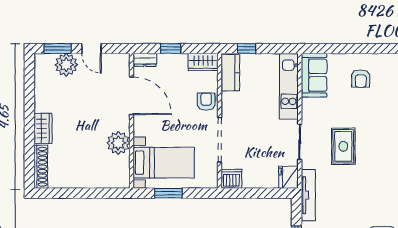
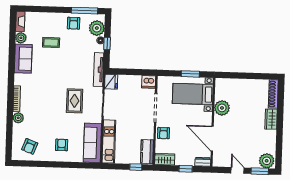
plant: (66, 65) -> (267, 161), moved
sofa: (314, 75) -> (92, 143), width x1.36

